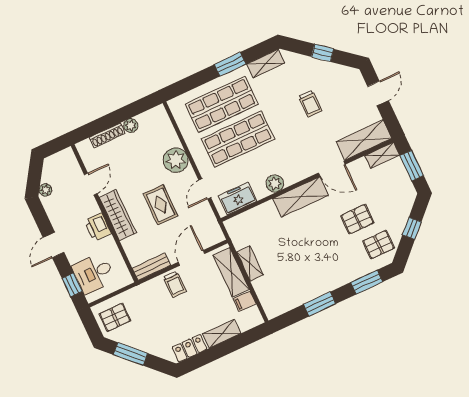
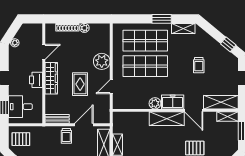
window: (322, 53) -> (228, 44), moved
freezer: (238, 198) -> (173, 102), moved

